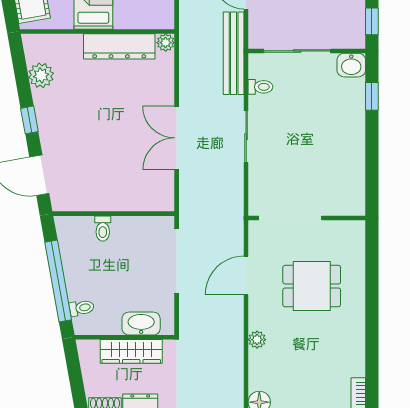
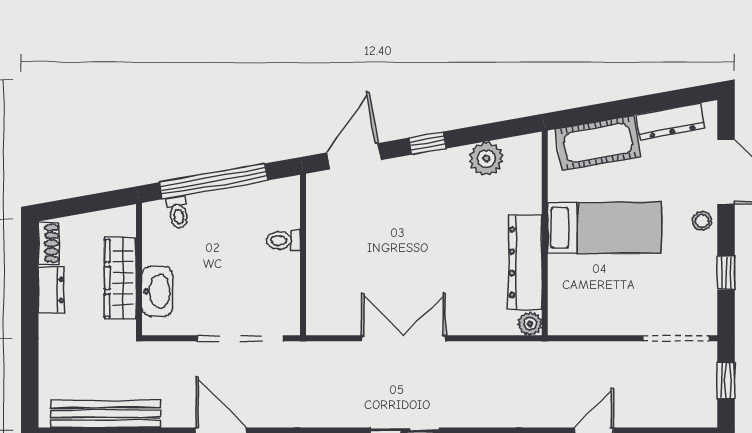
bench: (234, 53) -> (106, 414), moved

